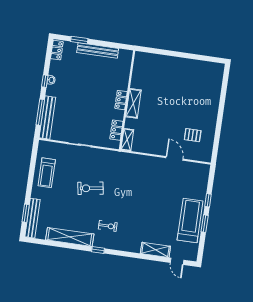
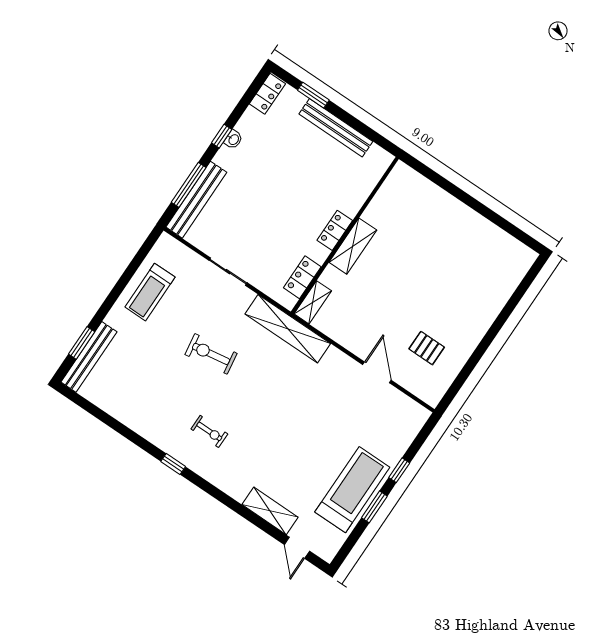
shelving: (70, 237) -> (288, 329), moved

